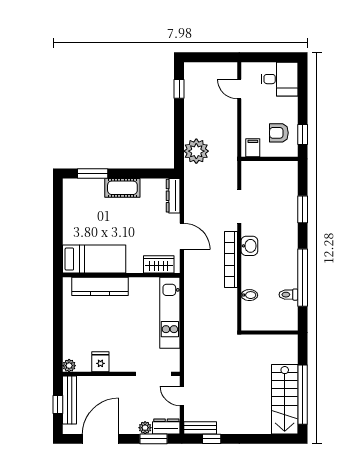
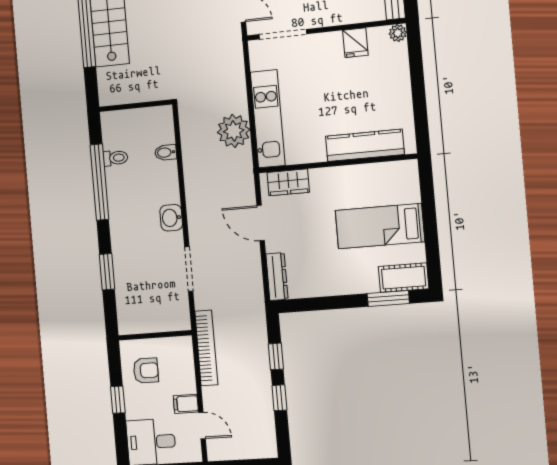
window: (179, 89) -> (279, 398), moved
window: (303, 135) -> (118, 400), moved
window: (179, 137) -> (276, 356), added
filing cabinet: (253, 148) -> (186, 404), moved, turned 90
plant: (196, 151) -> (234, 131), moved
cot: (122, 188) -> (404, 278), moved
bed: (94, 259) -> (380, 226), moved
bookcase: (231, 259) -> (206, 348), moved

